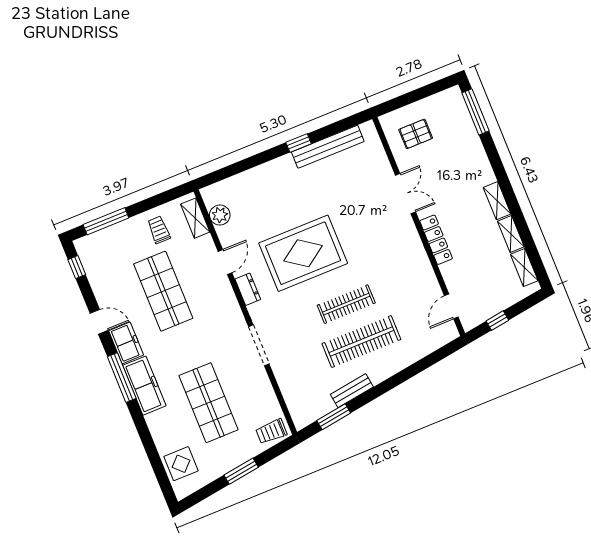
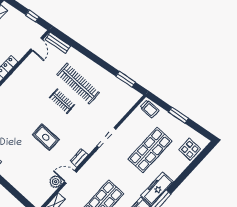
plant: (220, 215) -> (56, 182), moved
rug: (303, 253) -> (46, 137), width x0.54, depth x0.49
clothes rail: (346, 304) -> (62, 101), width x0.73
door: (451, 306) -> (37, 44), hinge flipped
bench: (352, 391) -> (58, 43), moved

